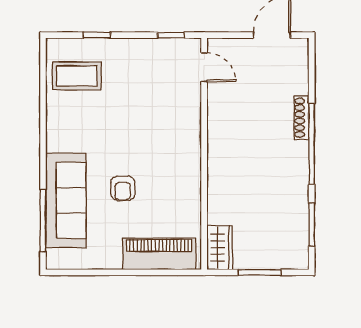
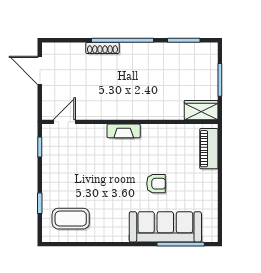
coffee table: (77, 76) -> (71, 219), turned 90
fireplace: (192, 146) -> (124, 131), added
piano: (159, 254) -> (209, 149), width x0.73, depth x0.75

